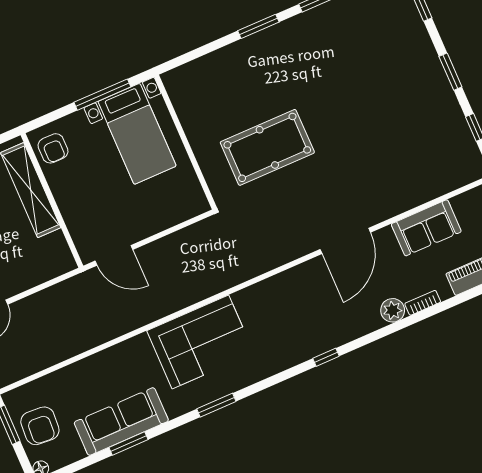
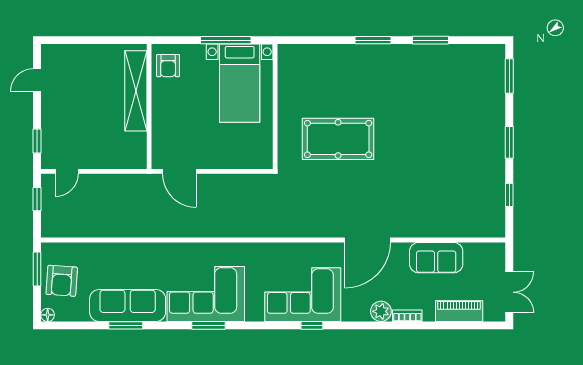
corner sofa: (302, 329) -> (303, 295), added
corner sofa: (200, 342) -> (206, 294), moved, turned 180

